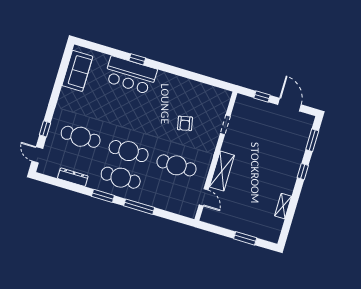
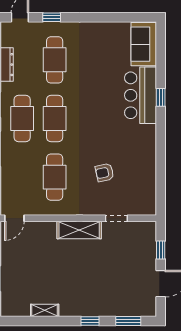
sofa: (77, 71) -> (144, 44), moved, turned 90
shelving: (222, 171) -> (79, 230), moved
door: (204, 197) -> (14, 218), moved

